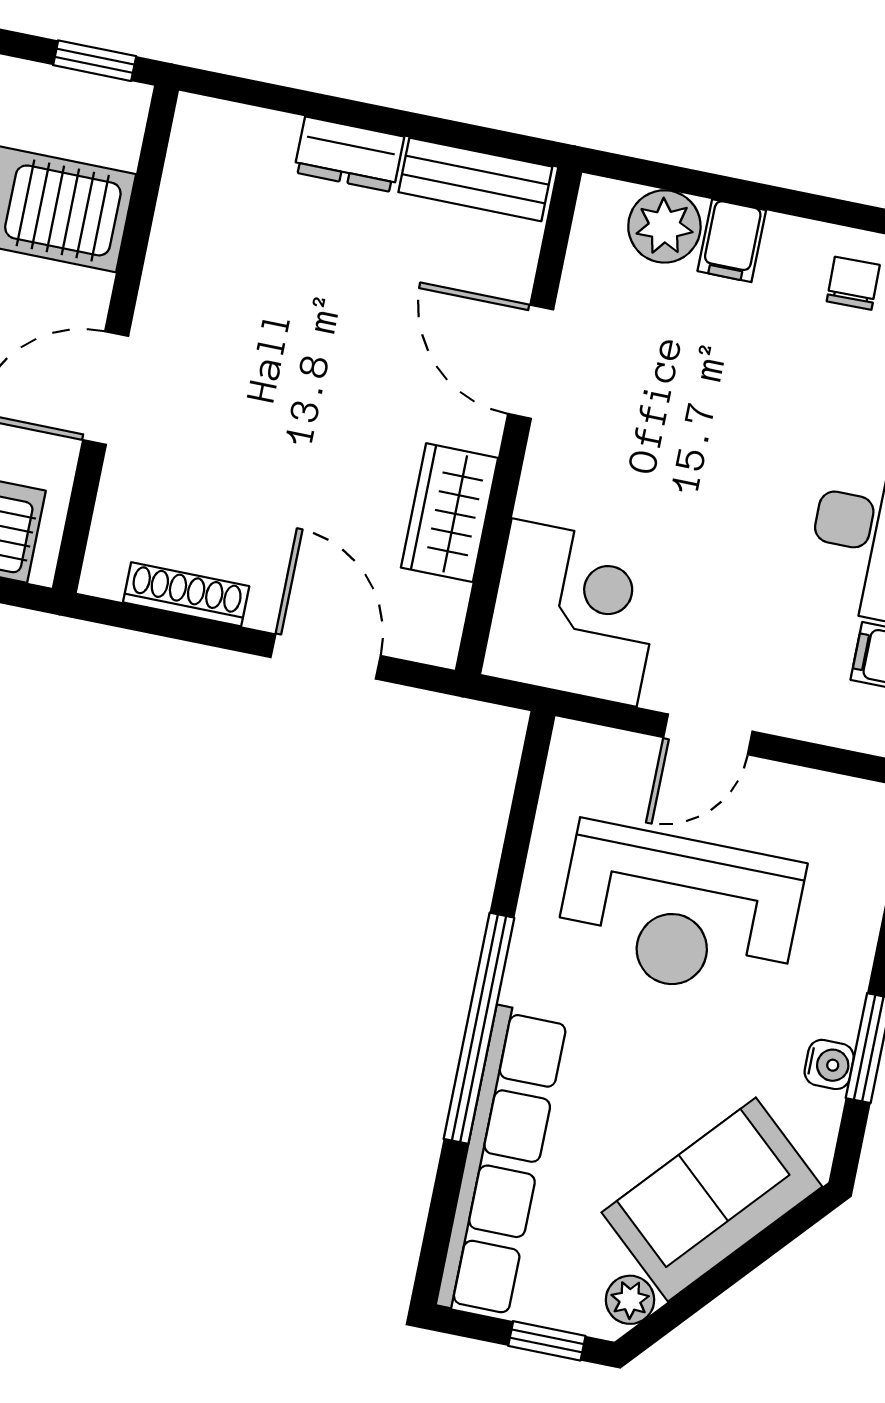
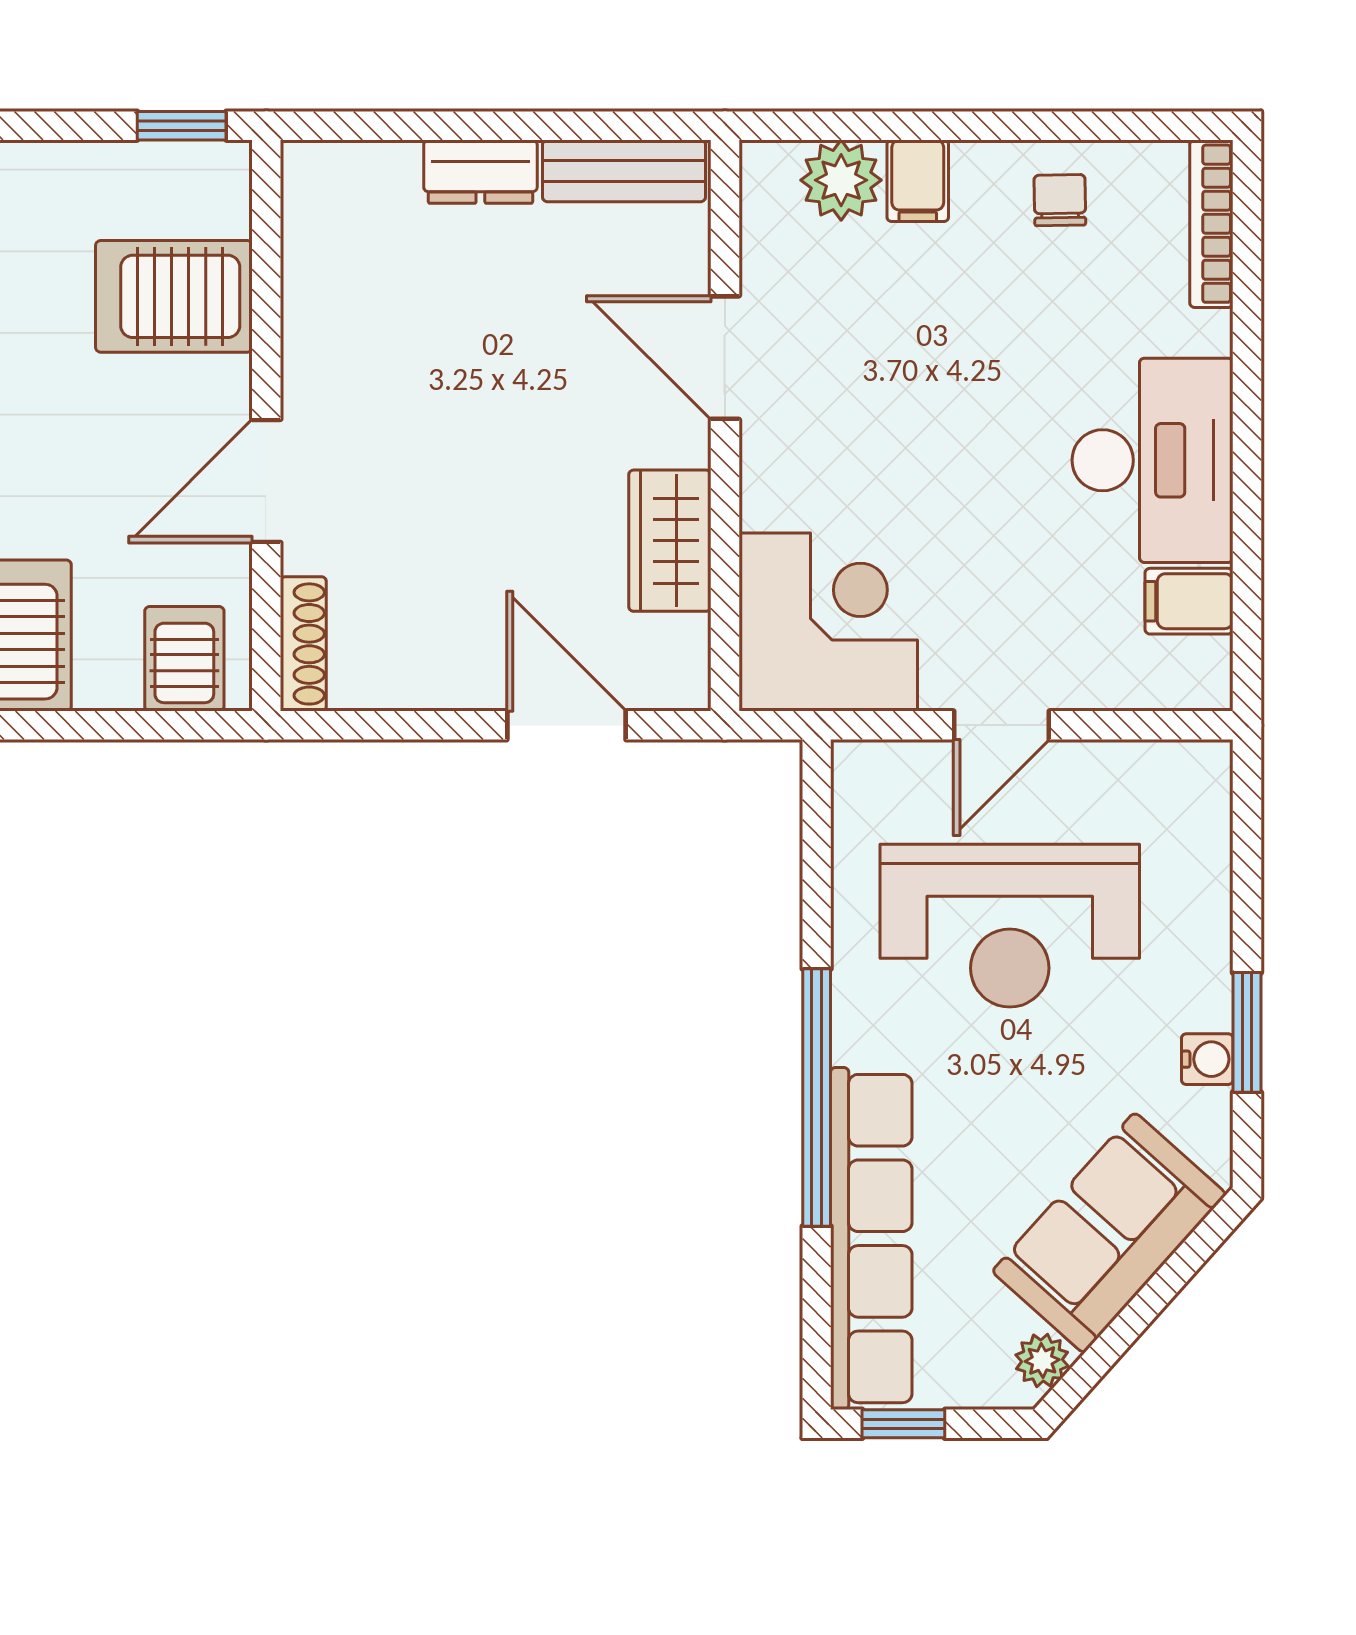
shoe rack: (186, 594) -> (303, 644), moved, turned 90
window: (547, 1341) -> (903, 1424), moved

